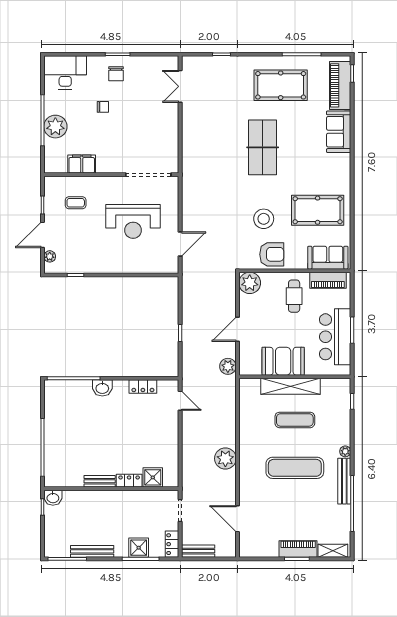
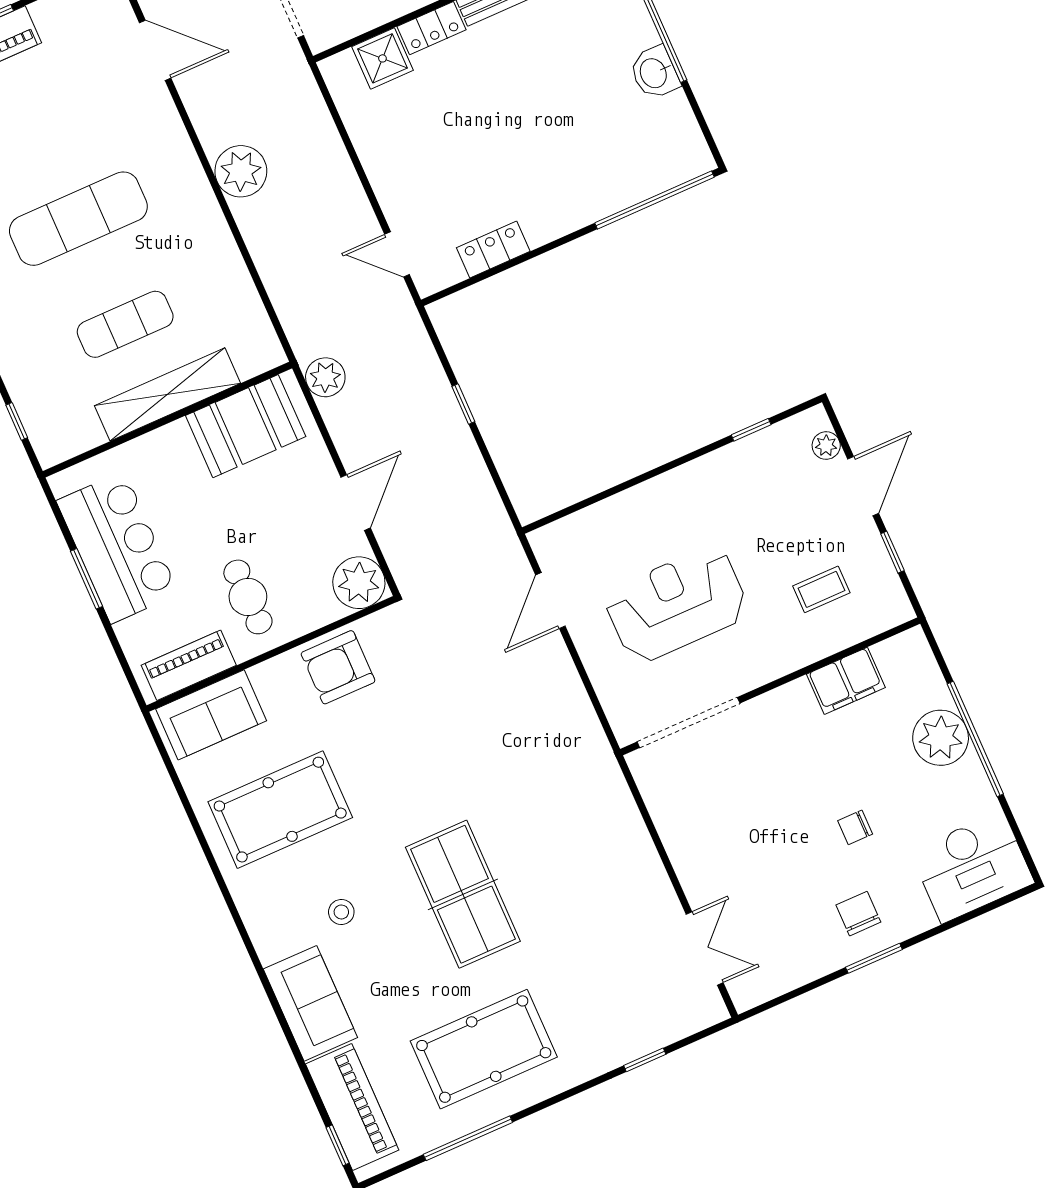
stool: (264, 219) -> (341, 912), moved, width x0.53, depth x0.53
door: (237, 329) -> (356, 503), moved
booth: (283, 361) -> (246, 426), moved
washbasin: (102, 388) -> (654, 73), moved, turned -90

